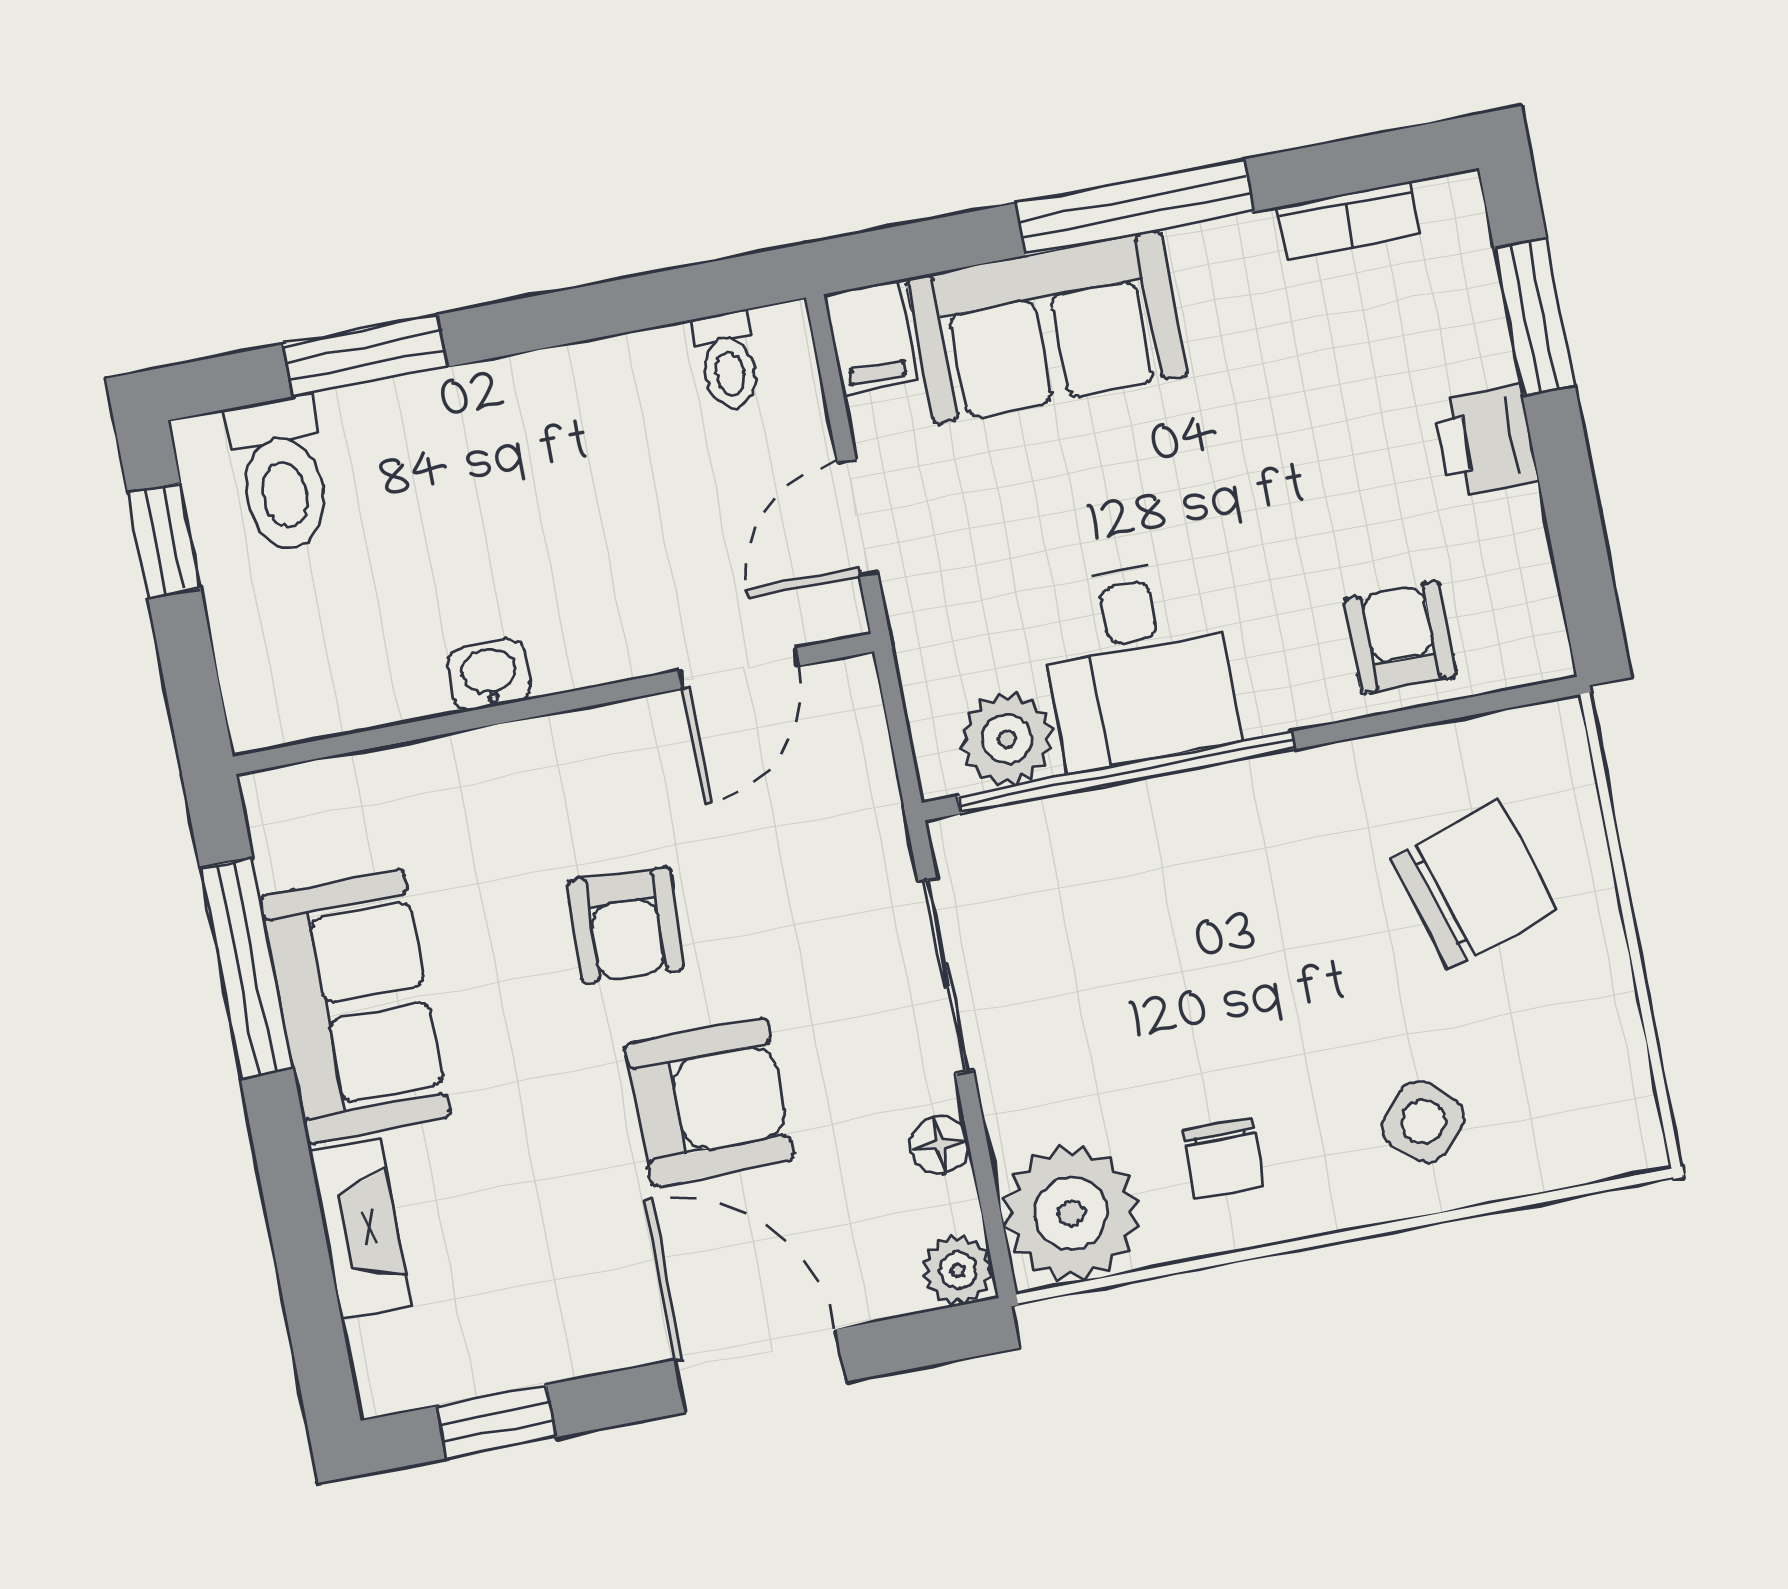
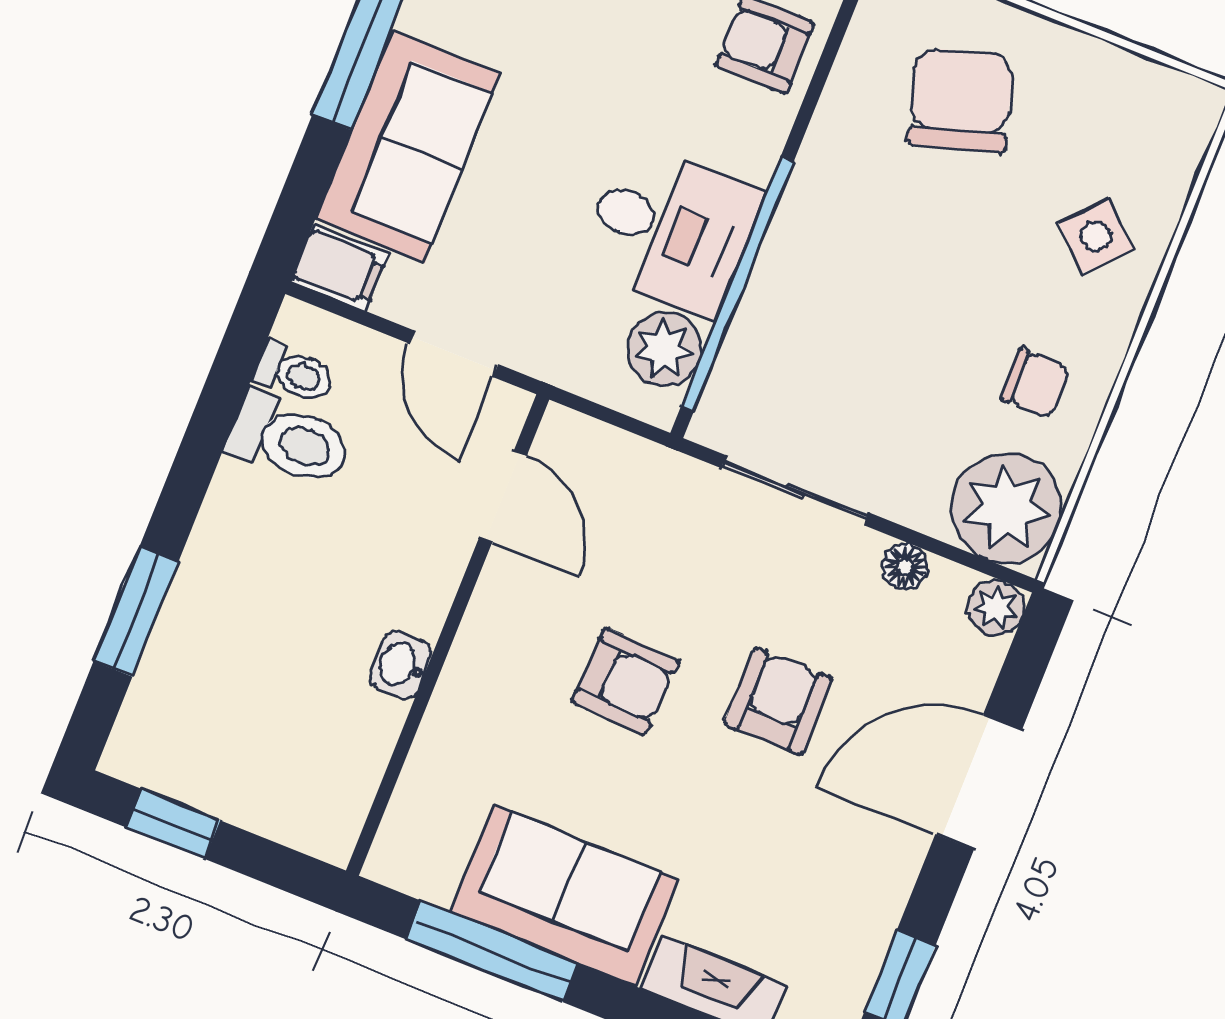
toilet: (281, 474) -> (290, 440), moved
armchair: (709, 1102) -> (778, 701), width x0.72, depth x0.72

